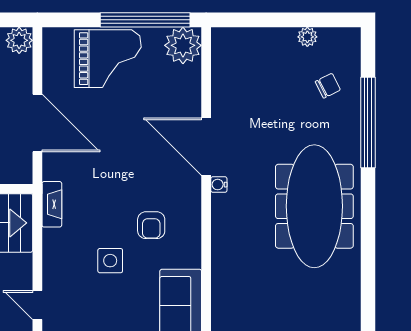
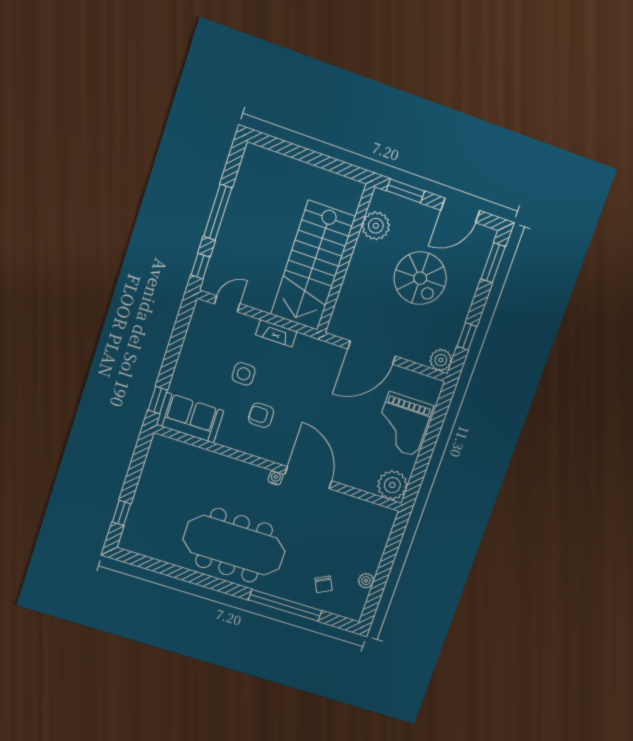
window: (145, 20) -> (422, 463), removed
door: (206, 147) -> (308, 478), hinge flipped
fireplace: (52, 204) -> (276, 333), moved

